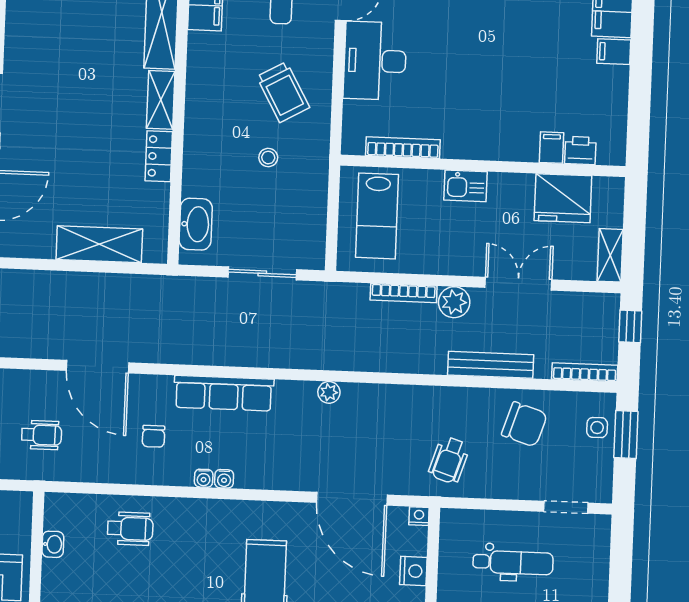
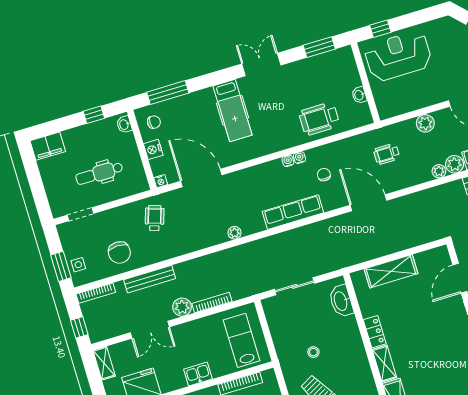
chair: (524, 424) -> (119, 252), turned -108
water cooler: (224, 479) -> (299, 158), moved
wheelchair: (130, 529) -> (319, 119), width x1.36, depth x1.37

